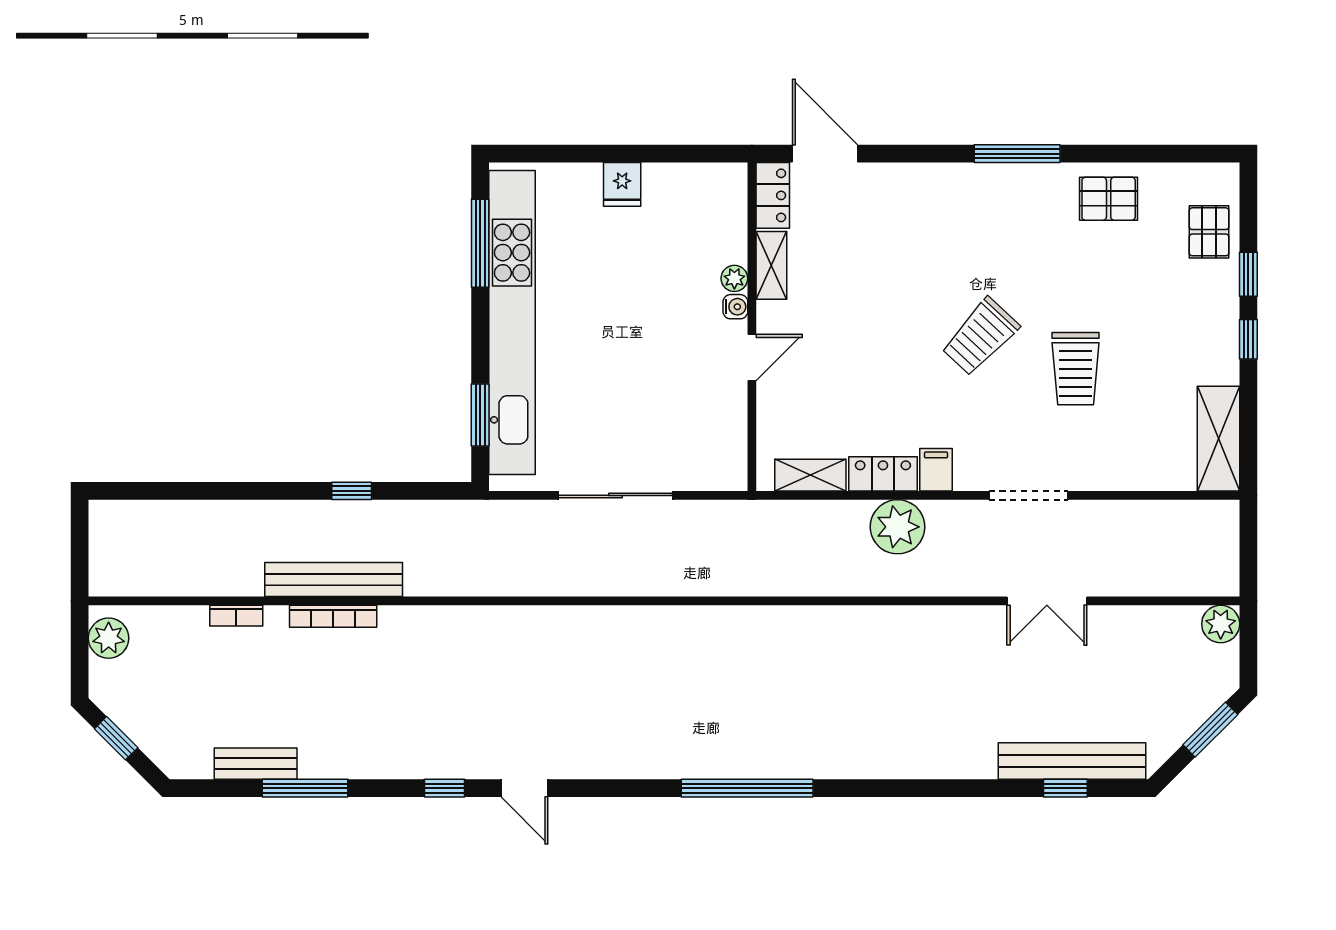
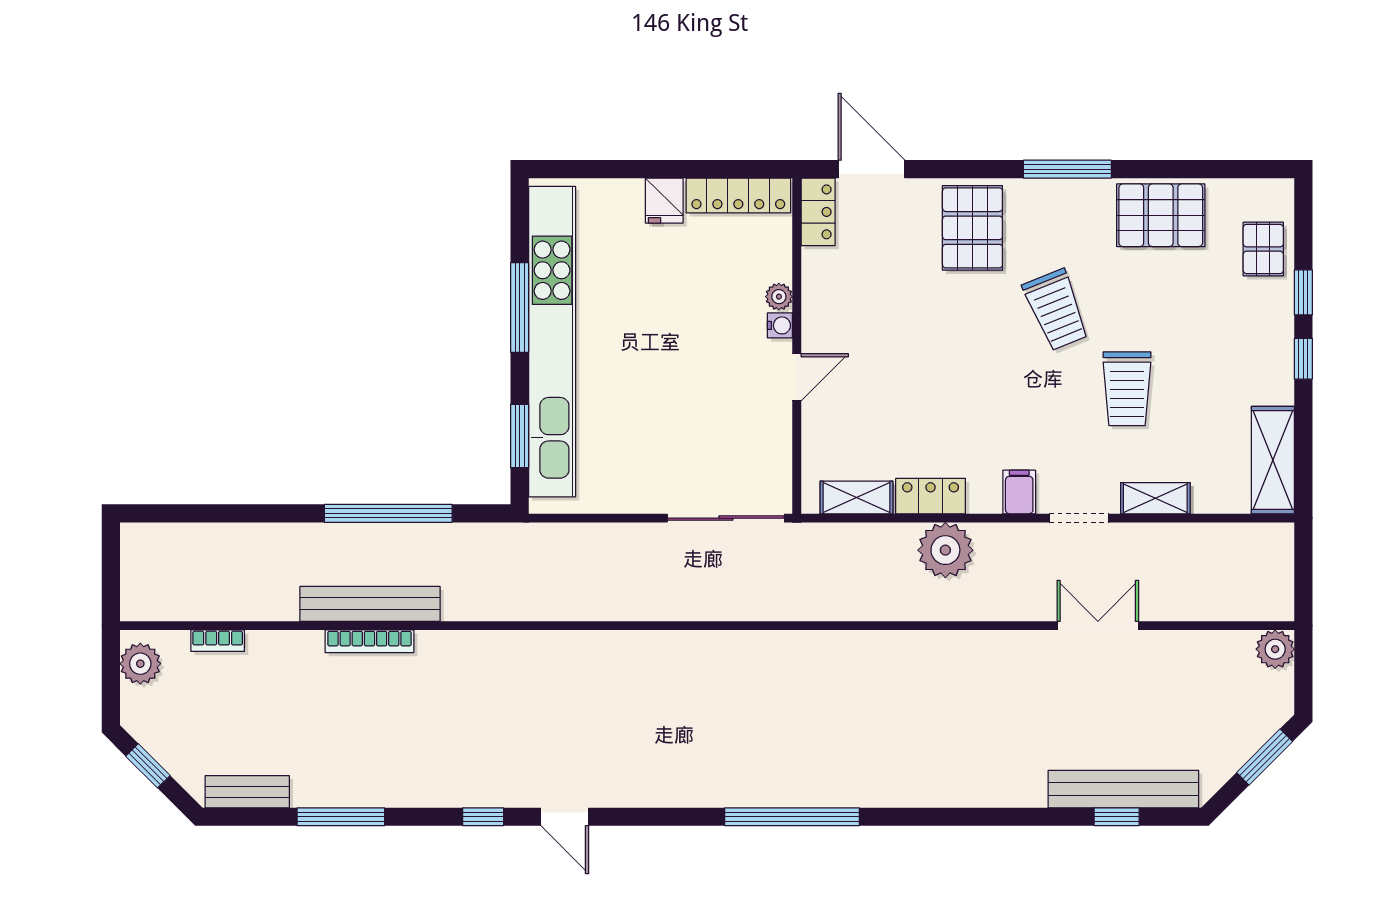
locker: (695, 179) -> (738, 195), added
pallet: (1109, 199) -> (1161, 215), width x1.50, depth x1.42
pallet: (924, 211) -> (972, 228), added
window: (480, 243) -> (520, 308), moved
shelving: (771, 265) -> (1155, 498), moved, turned 90
trolley: (980, 337) -> (1056, 310), moved, turned -65
filing cabinet: (936, 470) -> (1019, 492), moved
window: (352, 491) -> (388, 513), width x3.17
sliding door: (615, 495) -> (726, 518), moved
doorway: (1028, 495) -> (1079, 518), width x0.73
double door: (1047, 601) -> (1098, 626), swing flipped
bookcase: (236, 616) -> (218, 641), moved
bench: (256, 764) -> (247, 792), moved

